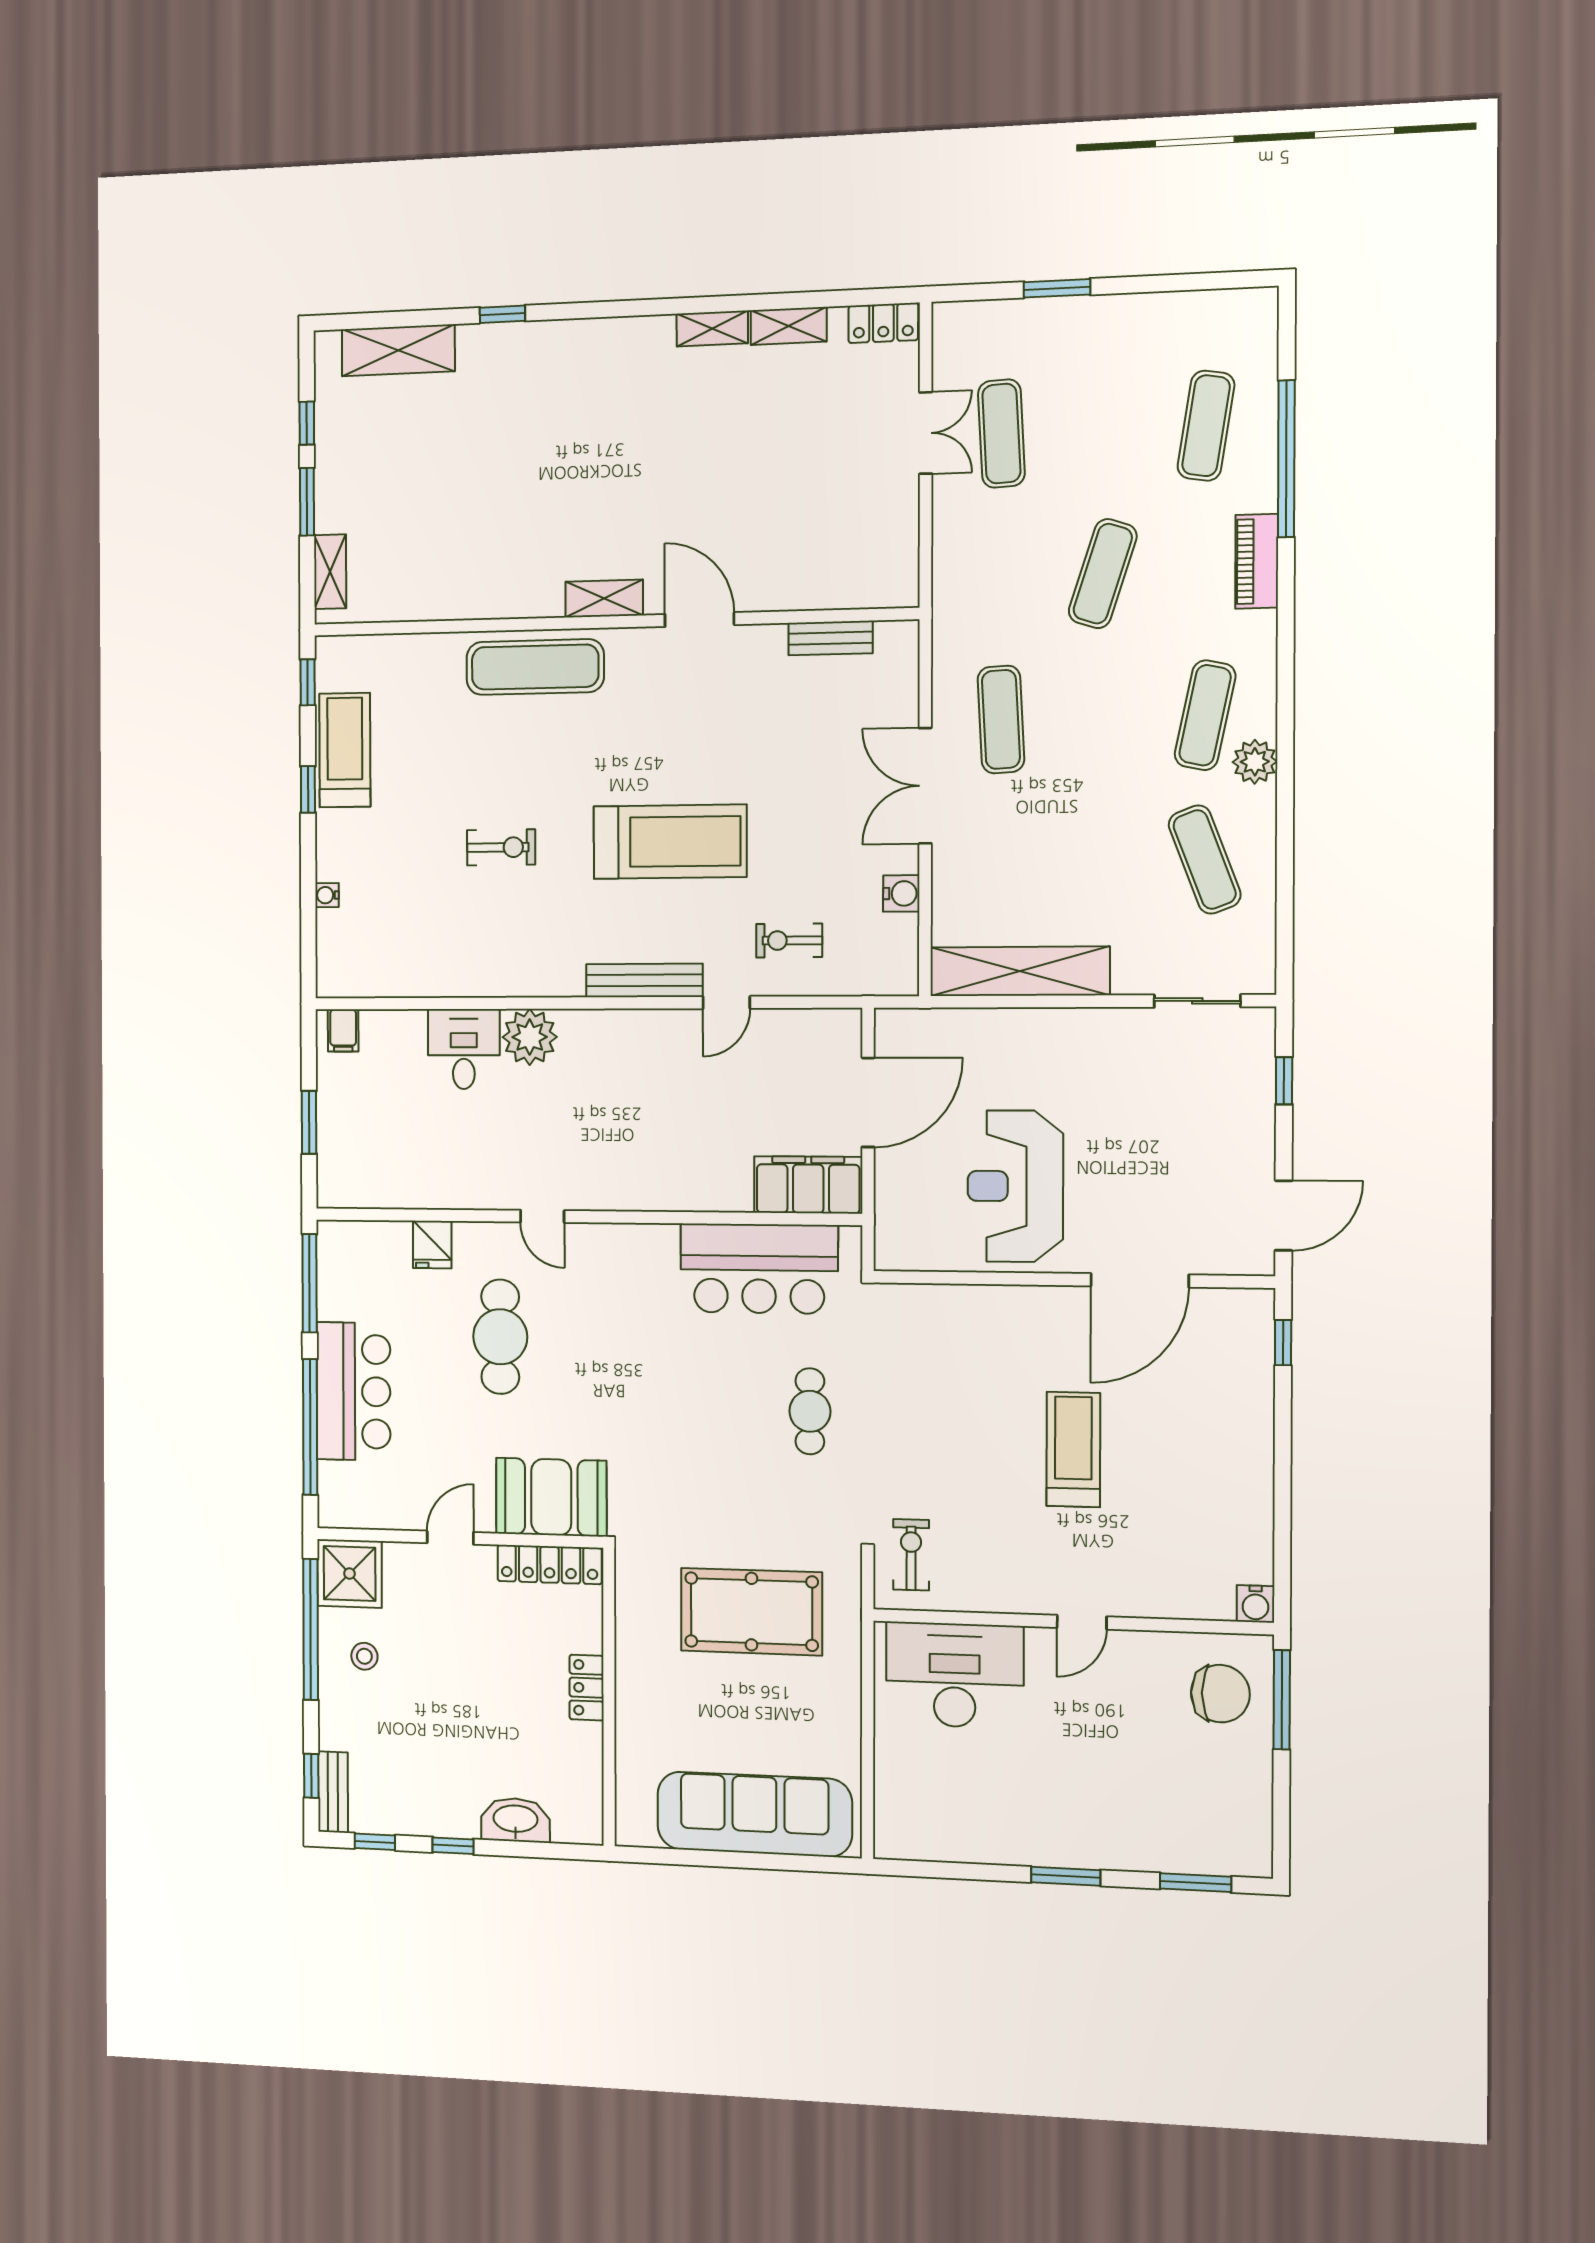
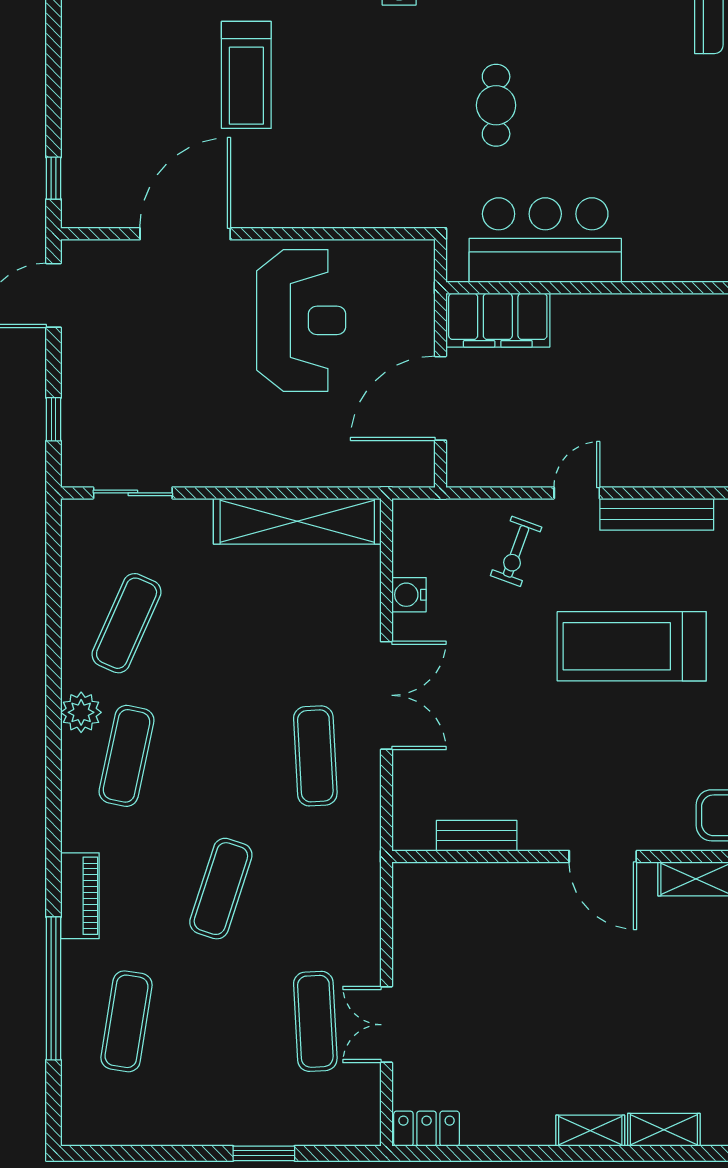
shelving: (789, 326) -> (664, 1130), moved
exercise mat: (1205, 860) -> (127, 623), turned 45
exercise bike: (789, 940) -> (516, 551), turned 110

